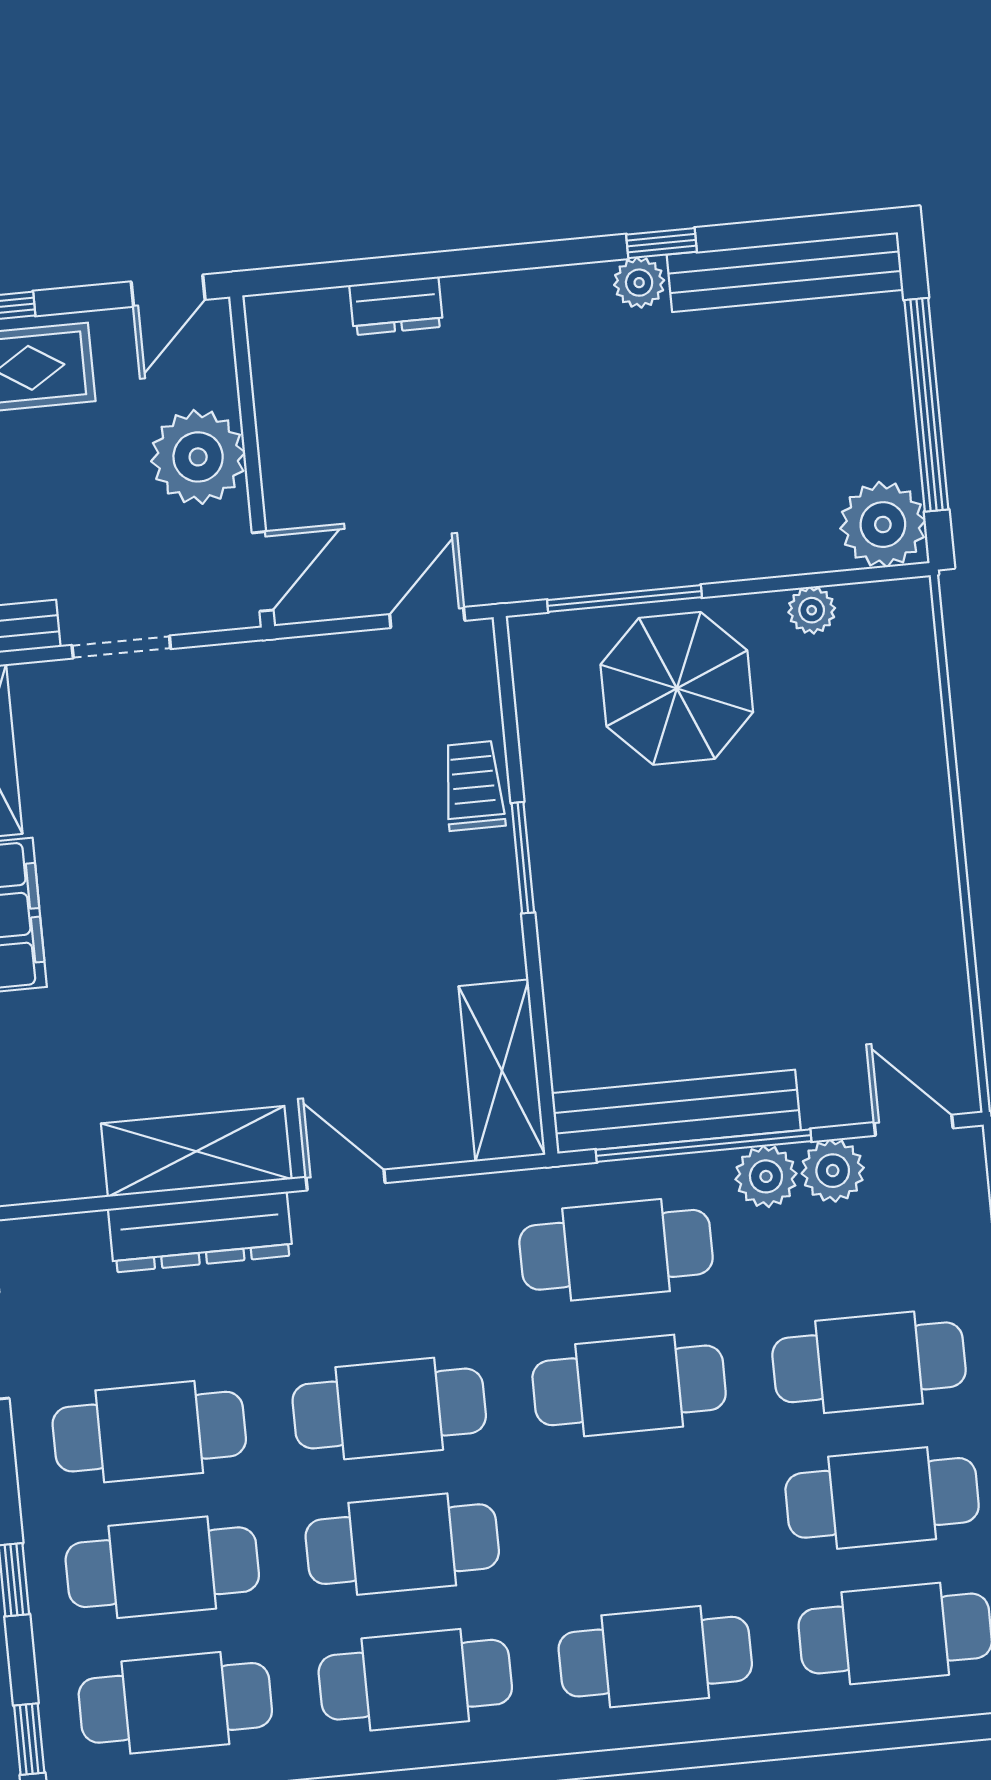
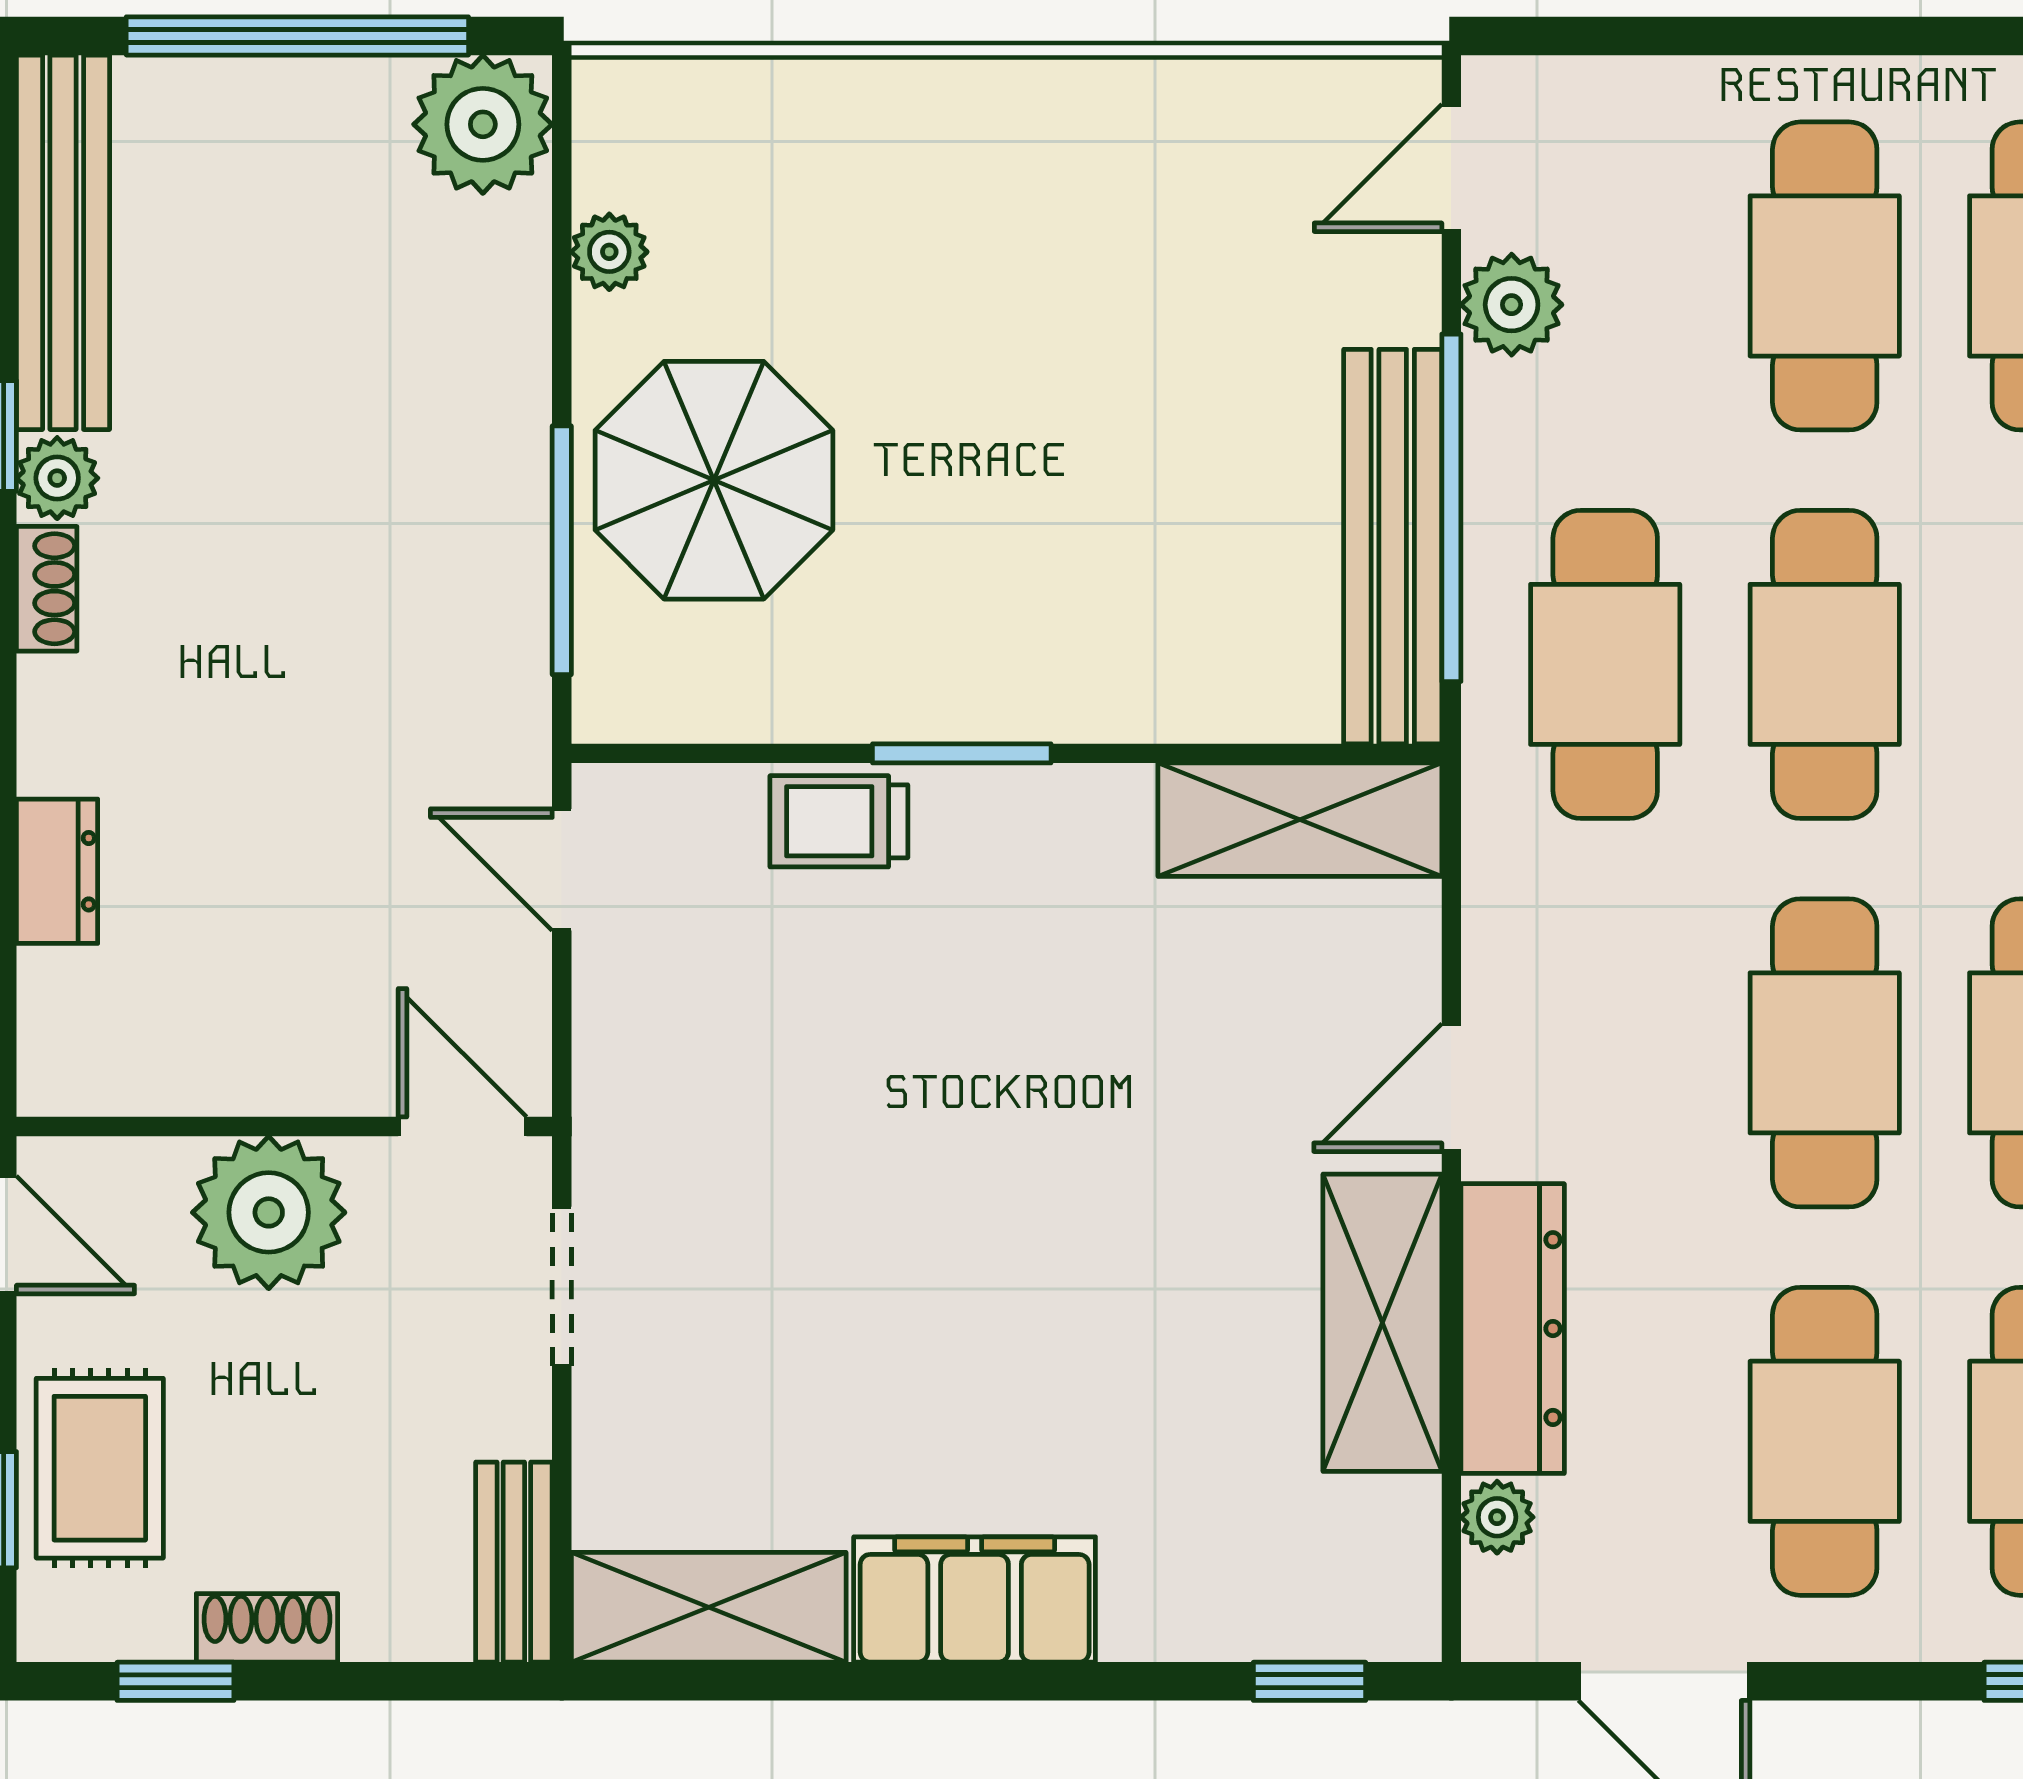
shoe rack: (570, 283) -> (47, 589), added
doorway: (121, 647) -> (562, 1286), moved
plant: (766, 1176) -> (1497, 1517), moved, width x0.73, depth x0.73

